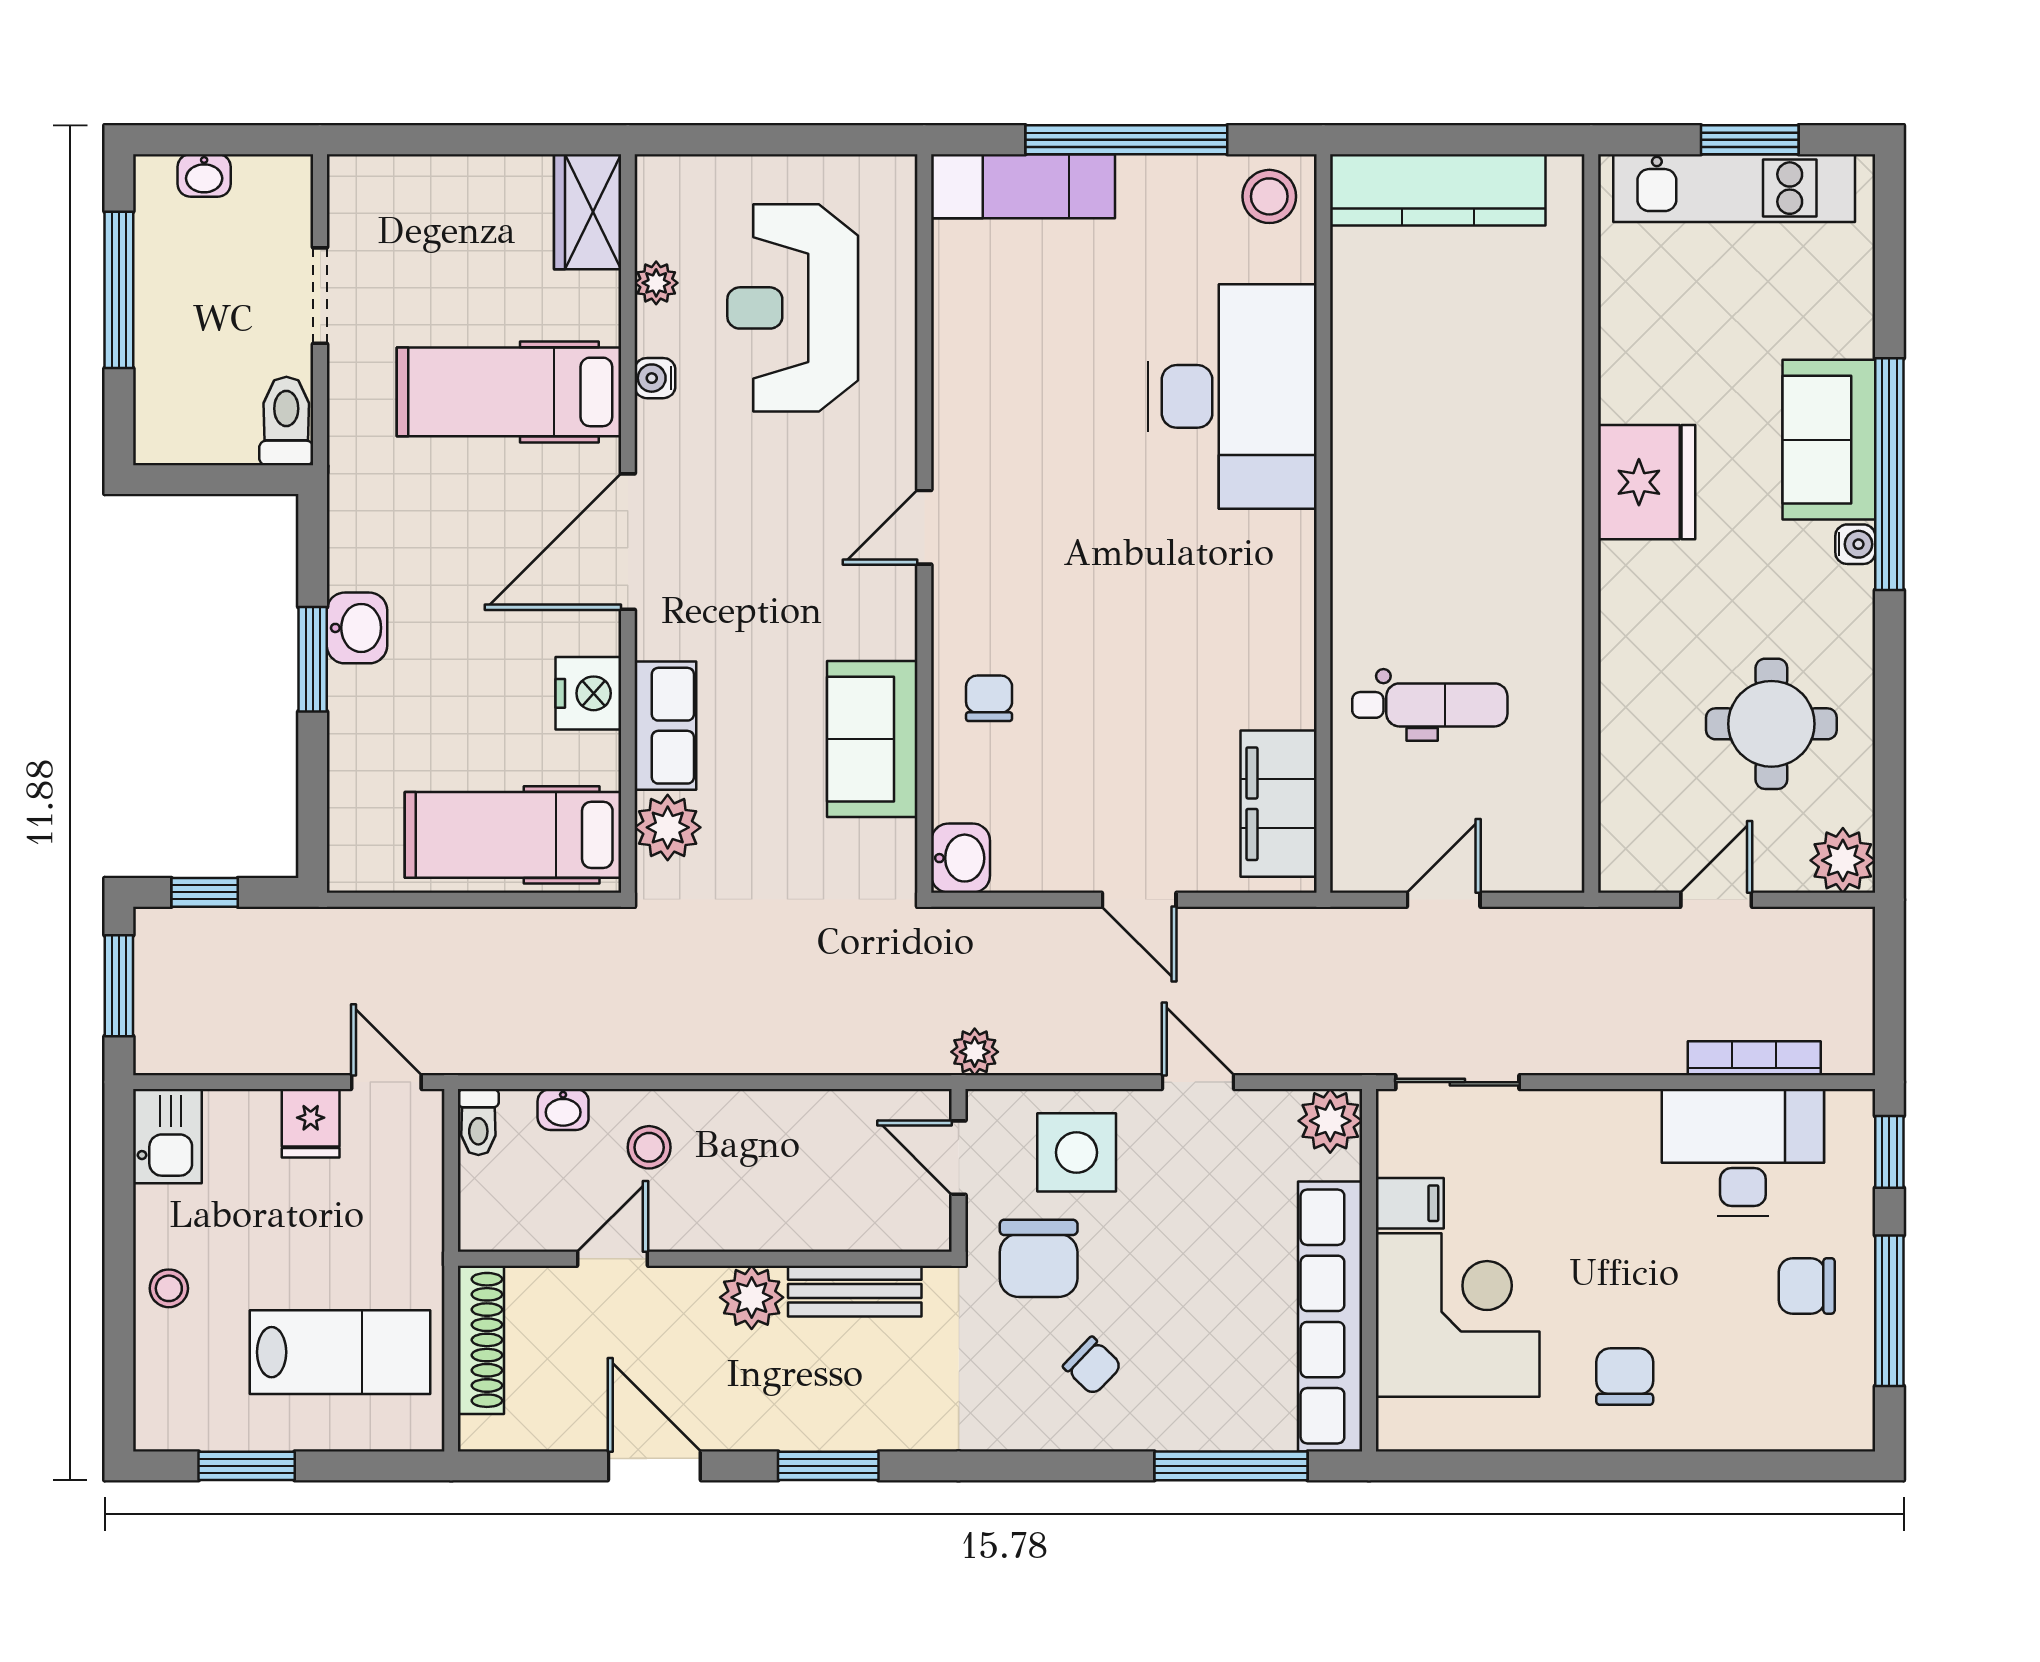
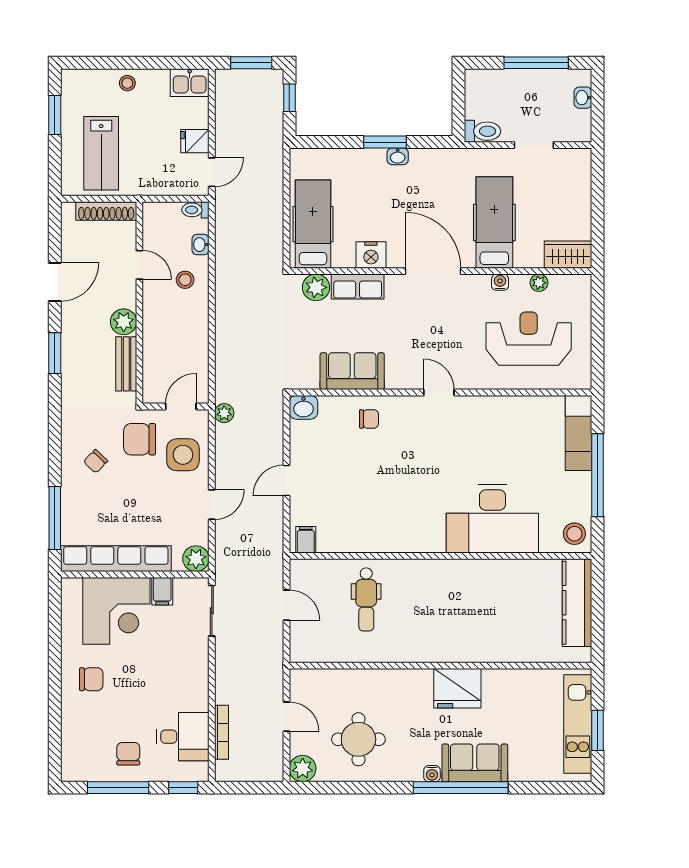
washbasin: (357, 628) -> (398, 156), width x0.72, depth x0.69
filing cabinet: (1279, 804) -> (306, 540), width x0.33, depth x0.86
desk: (1743, 1153) -> (183, 737), width x0.73

